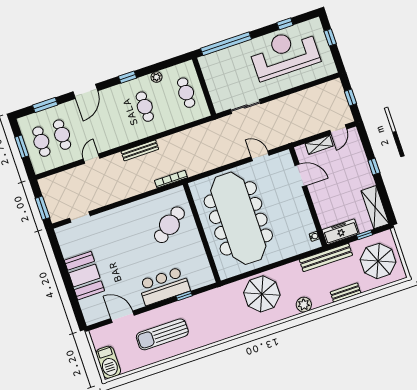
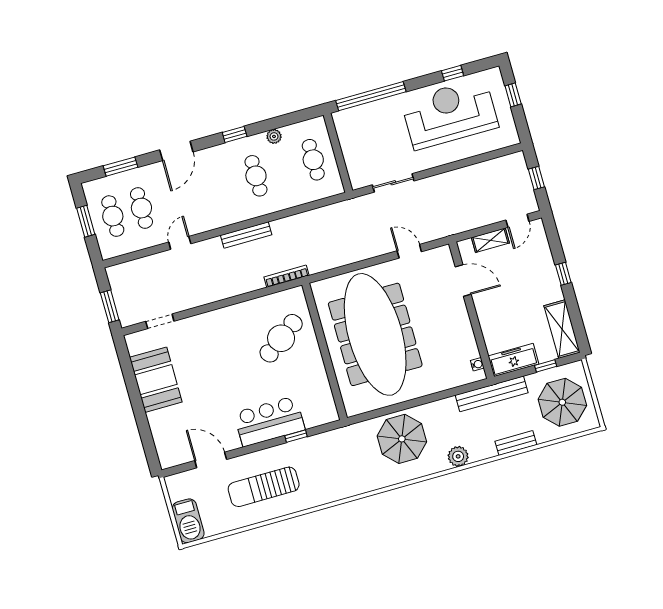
booth: (84, 276) -> (156, 380), moved

